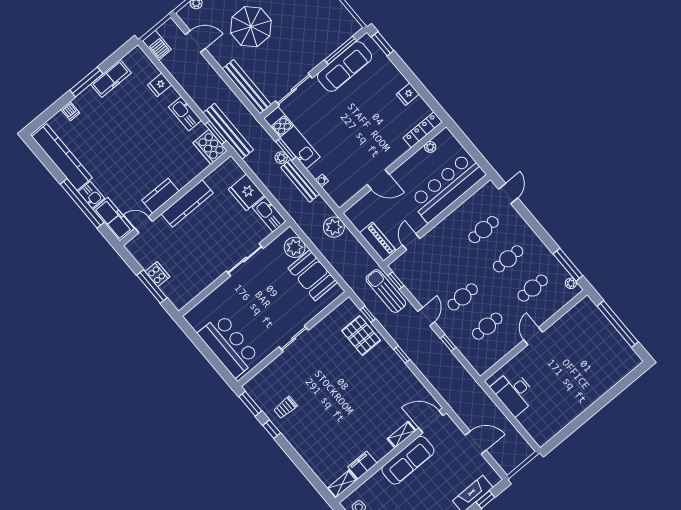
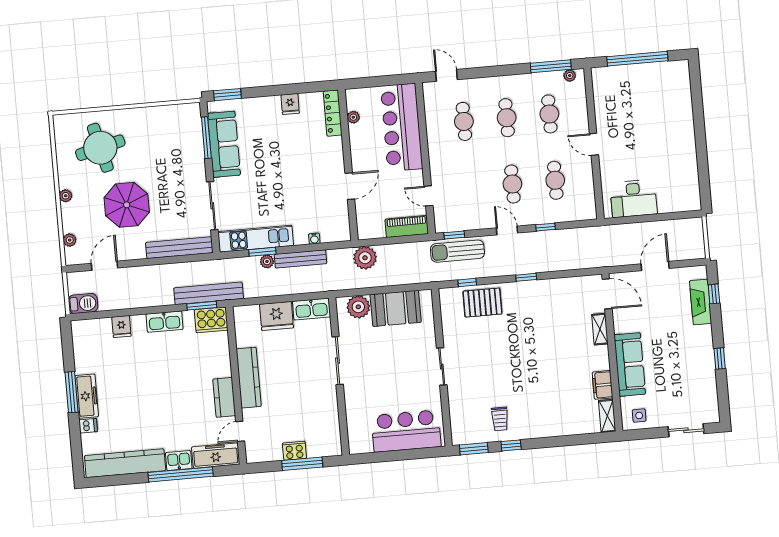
freezer: (111, 79) -> (87, 396), moved
door: (431, 422) -> (607, 294), swing flipped
sofa: (408, 460) -> (630, 364), moved

